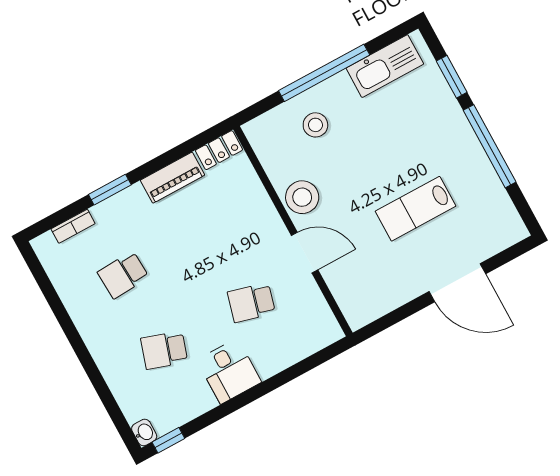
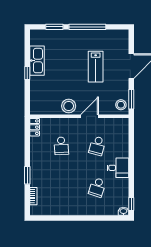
kitchen sink: (385, 66) -> (37, 61), moved
window: (324, 73) -> (27, 73), width x0.32
stool: (315, 125) -> (121, 105), moved
piano: (172, 178) -> (35, 150), removed
school desk: (123, 275) -> (61, 146), moved
window: (388, 321) -> (131, 99), added

